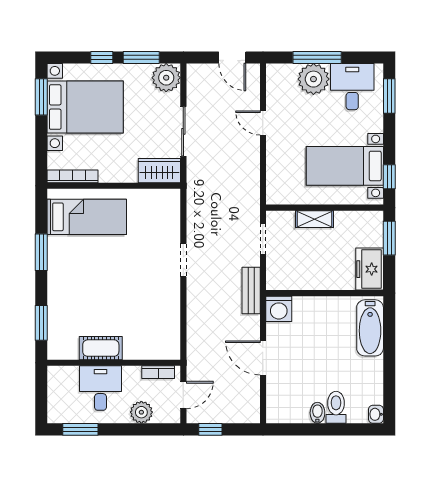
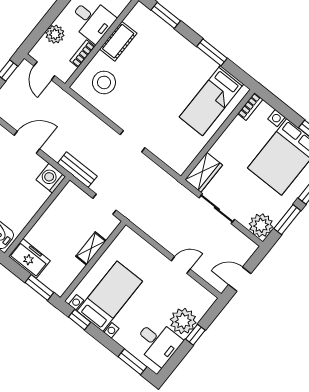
window: (317, 57) -> (195, 335), width x0.46
bookcase: (73, 176) -> (250, 107), width x0.64
stool: (150, 331) -> (104, 82), added
bookcase: (158, 372) -> (82, 54), moved

